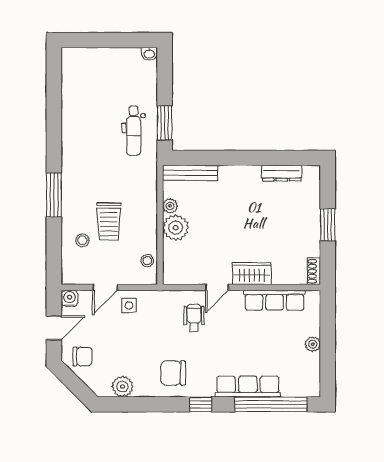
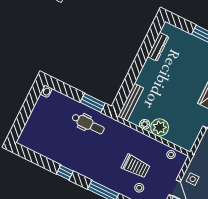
window: (54, 132) -> (65, 172), added

